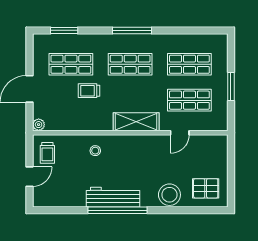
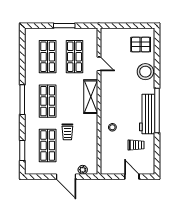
plant: (39, 125) -> (83, 170), moved
trolley: (47, 153) -> (136, 145), moved
pallet: (206, 188) -> (141, 45), turned 90

